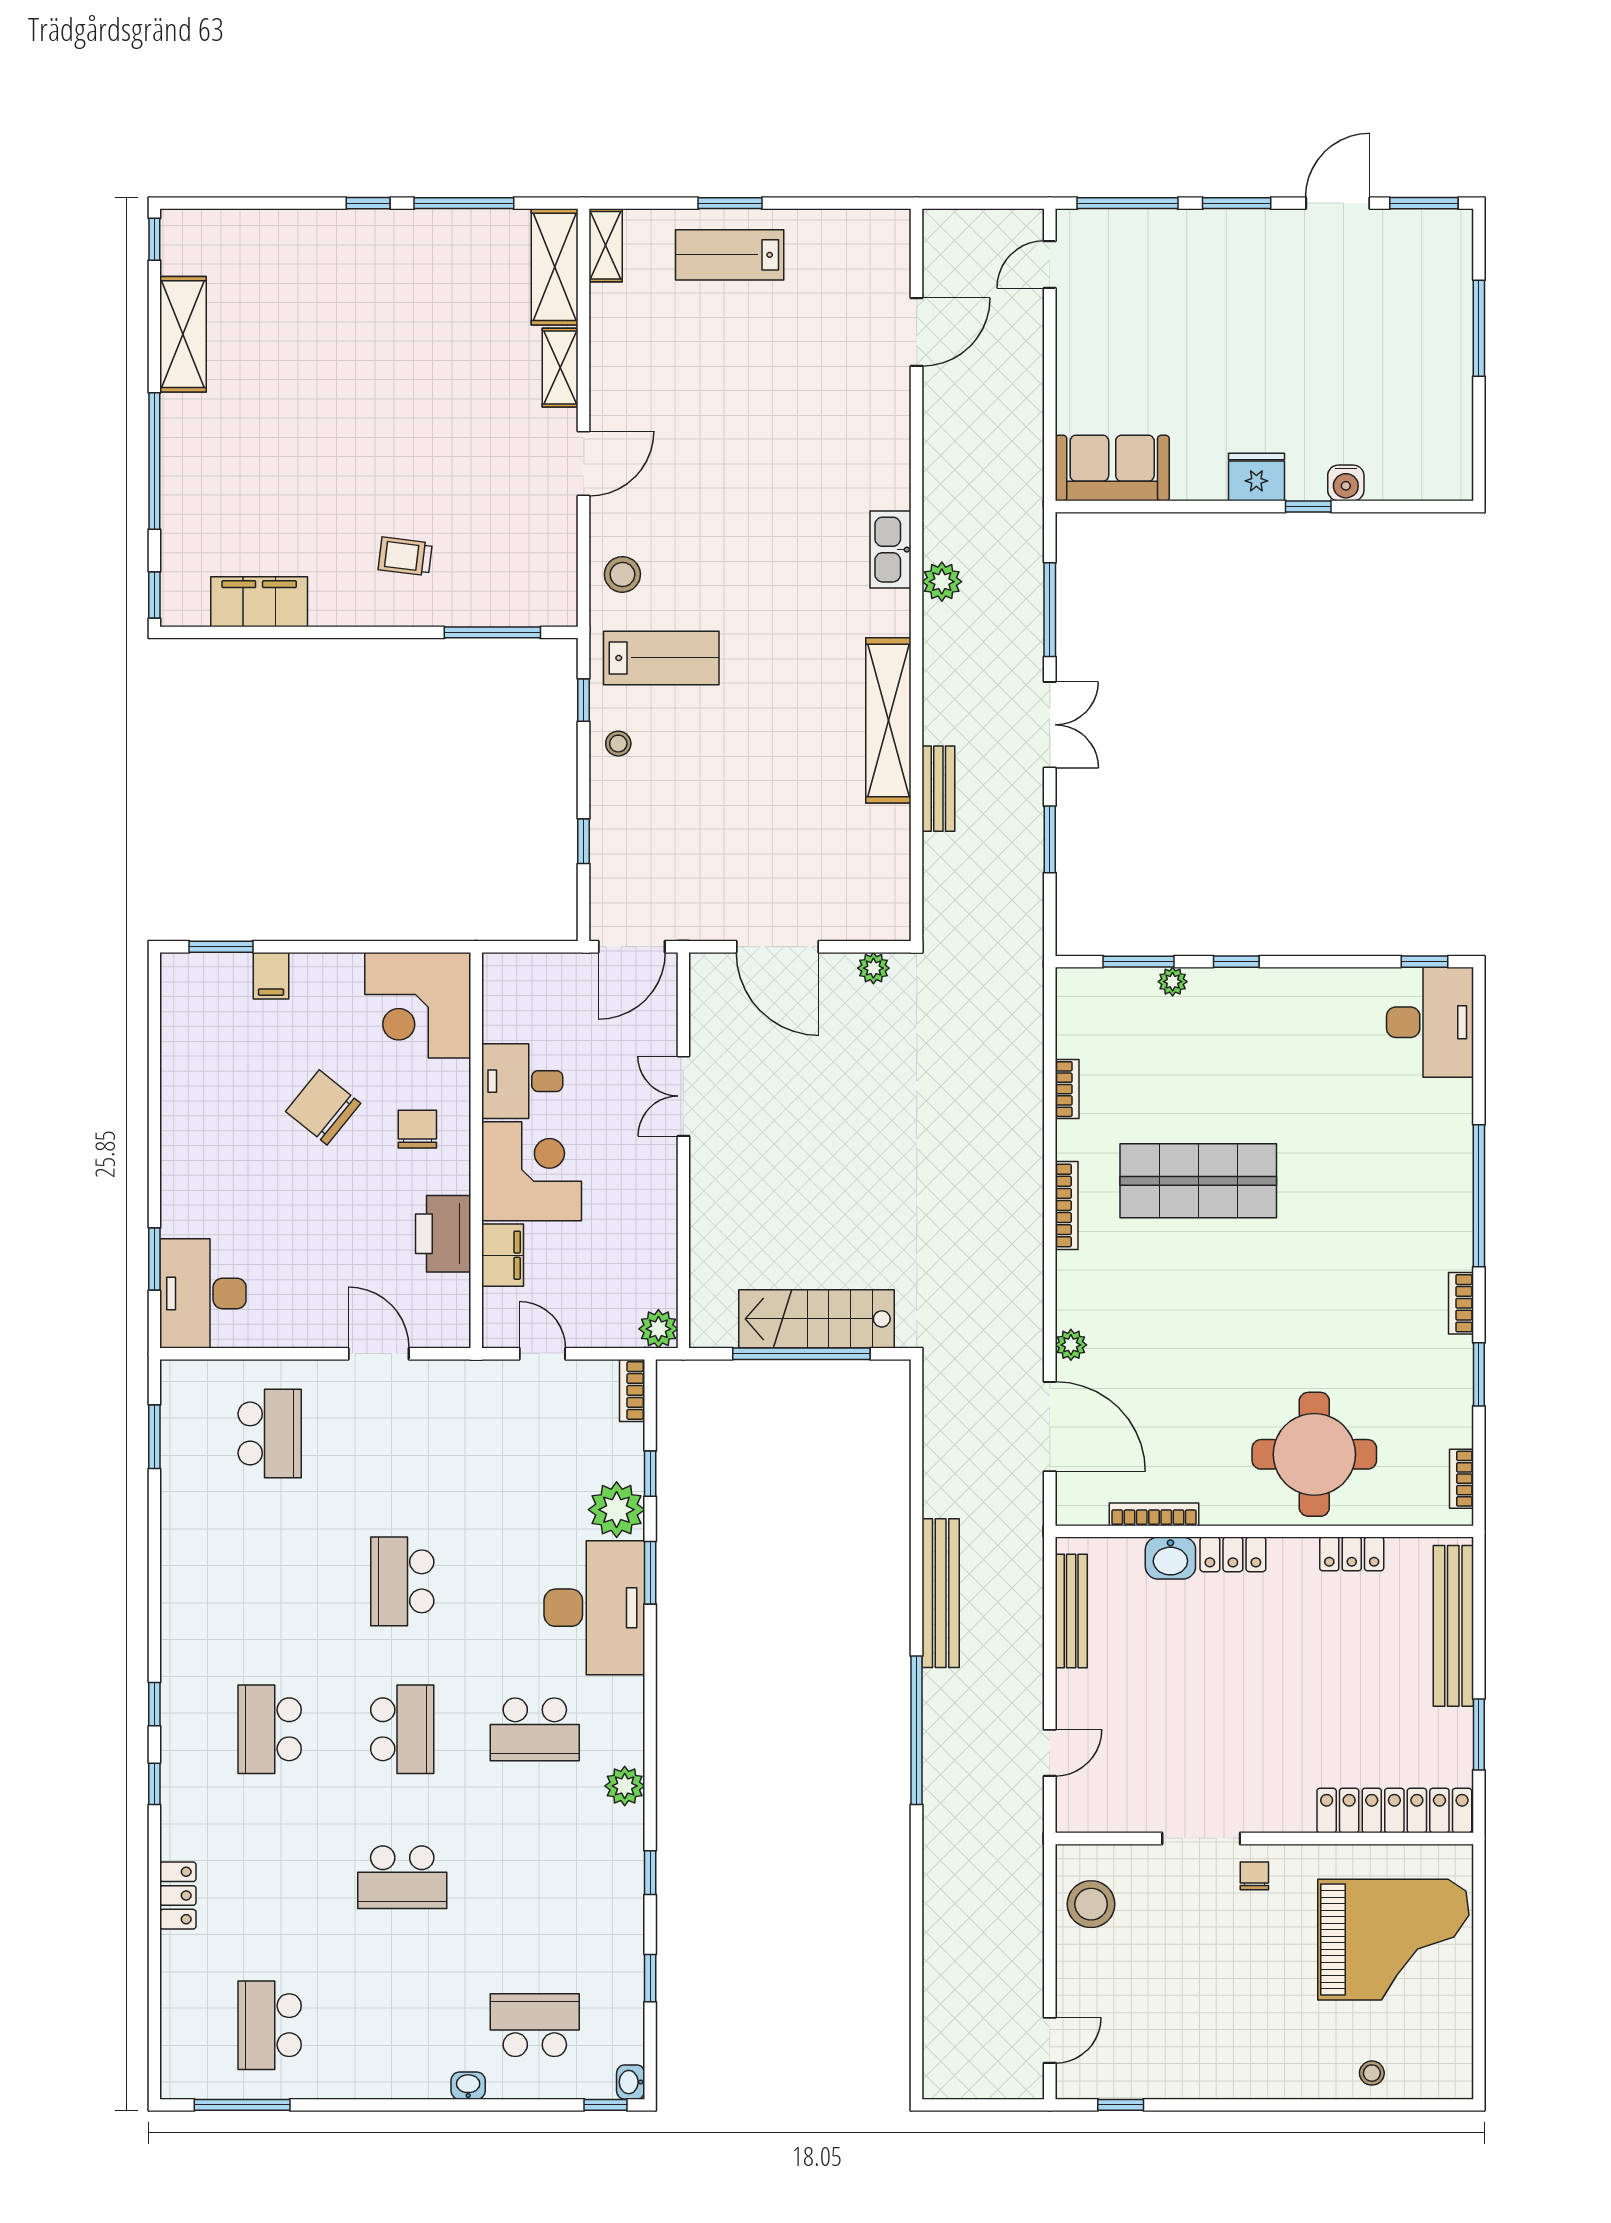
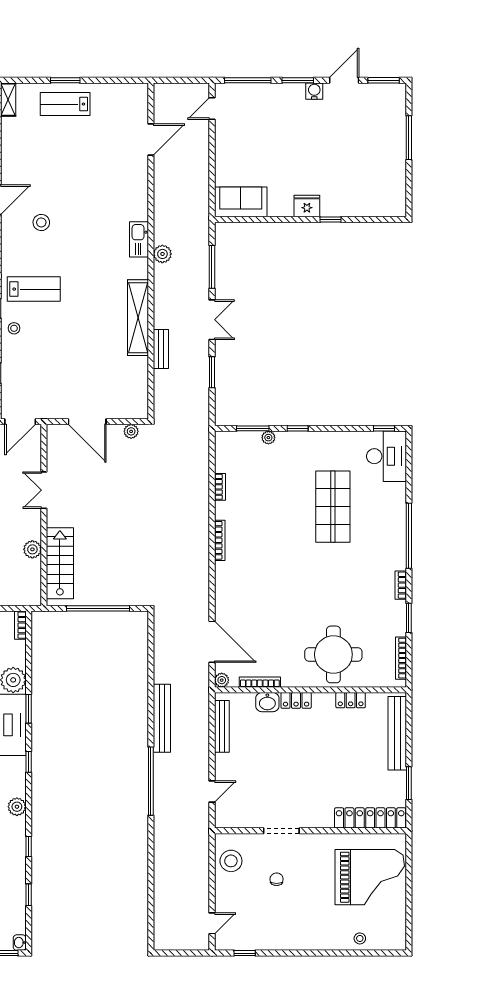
water cooler: (1346, 483) -> (314, 91), moved, turned 180
stool: (622, 574) -> (41, 222), moved
shop shelf: (1198, 1181) -> (333, 507), moved, turned 90
stairs: (817, 1319) -> (60, 563), moved, turned 90
plant: (658, 1329) -> (32, 549), moved
plant: (1071, 1345) -> (222, 680), moved
window: (650, 1474) -> (29, 762), moved
bookcase: (1461, 1479) -> (401, 658), width x1.56
chair: (1254, 1876) -> (277, 879), moved

